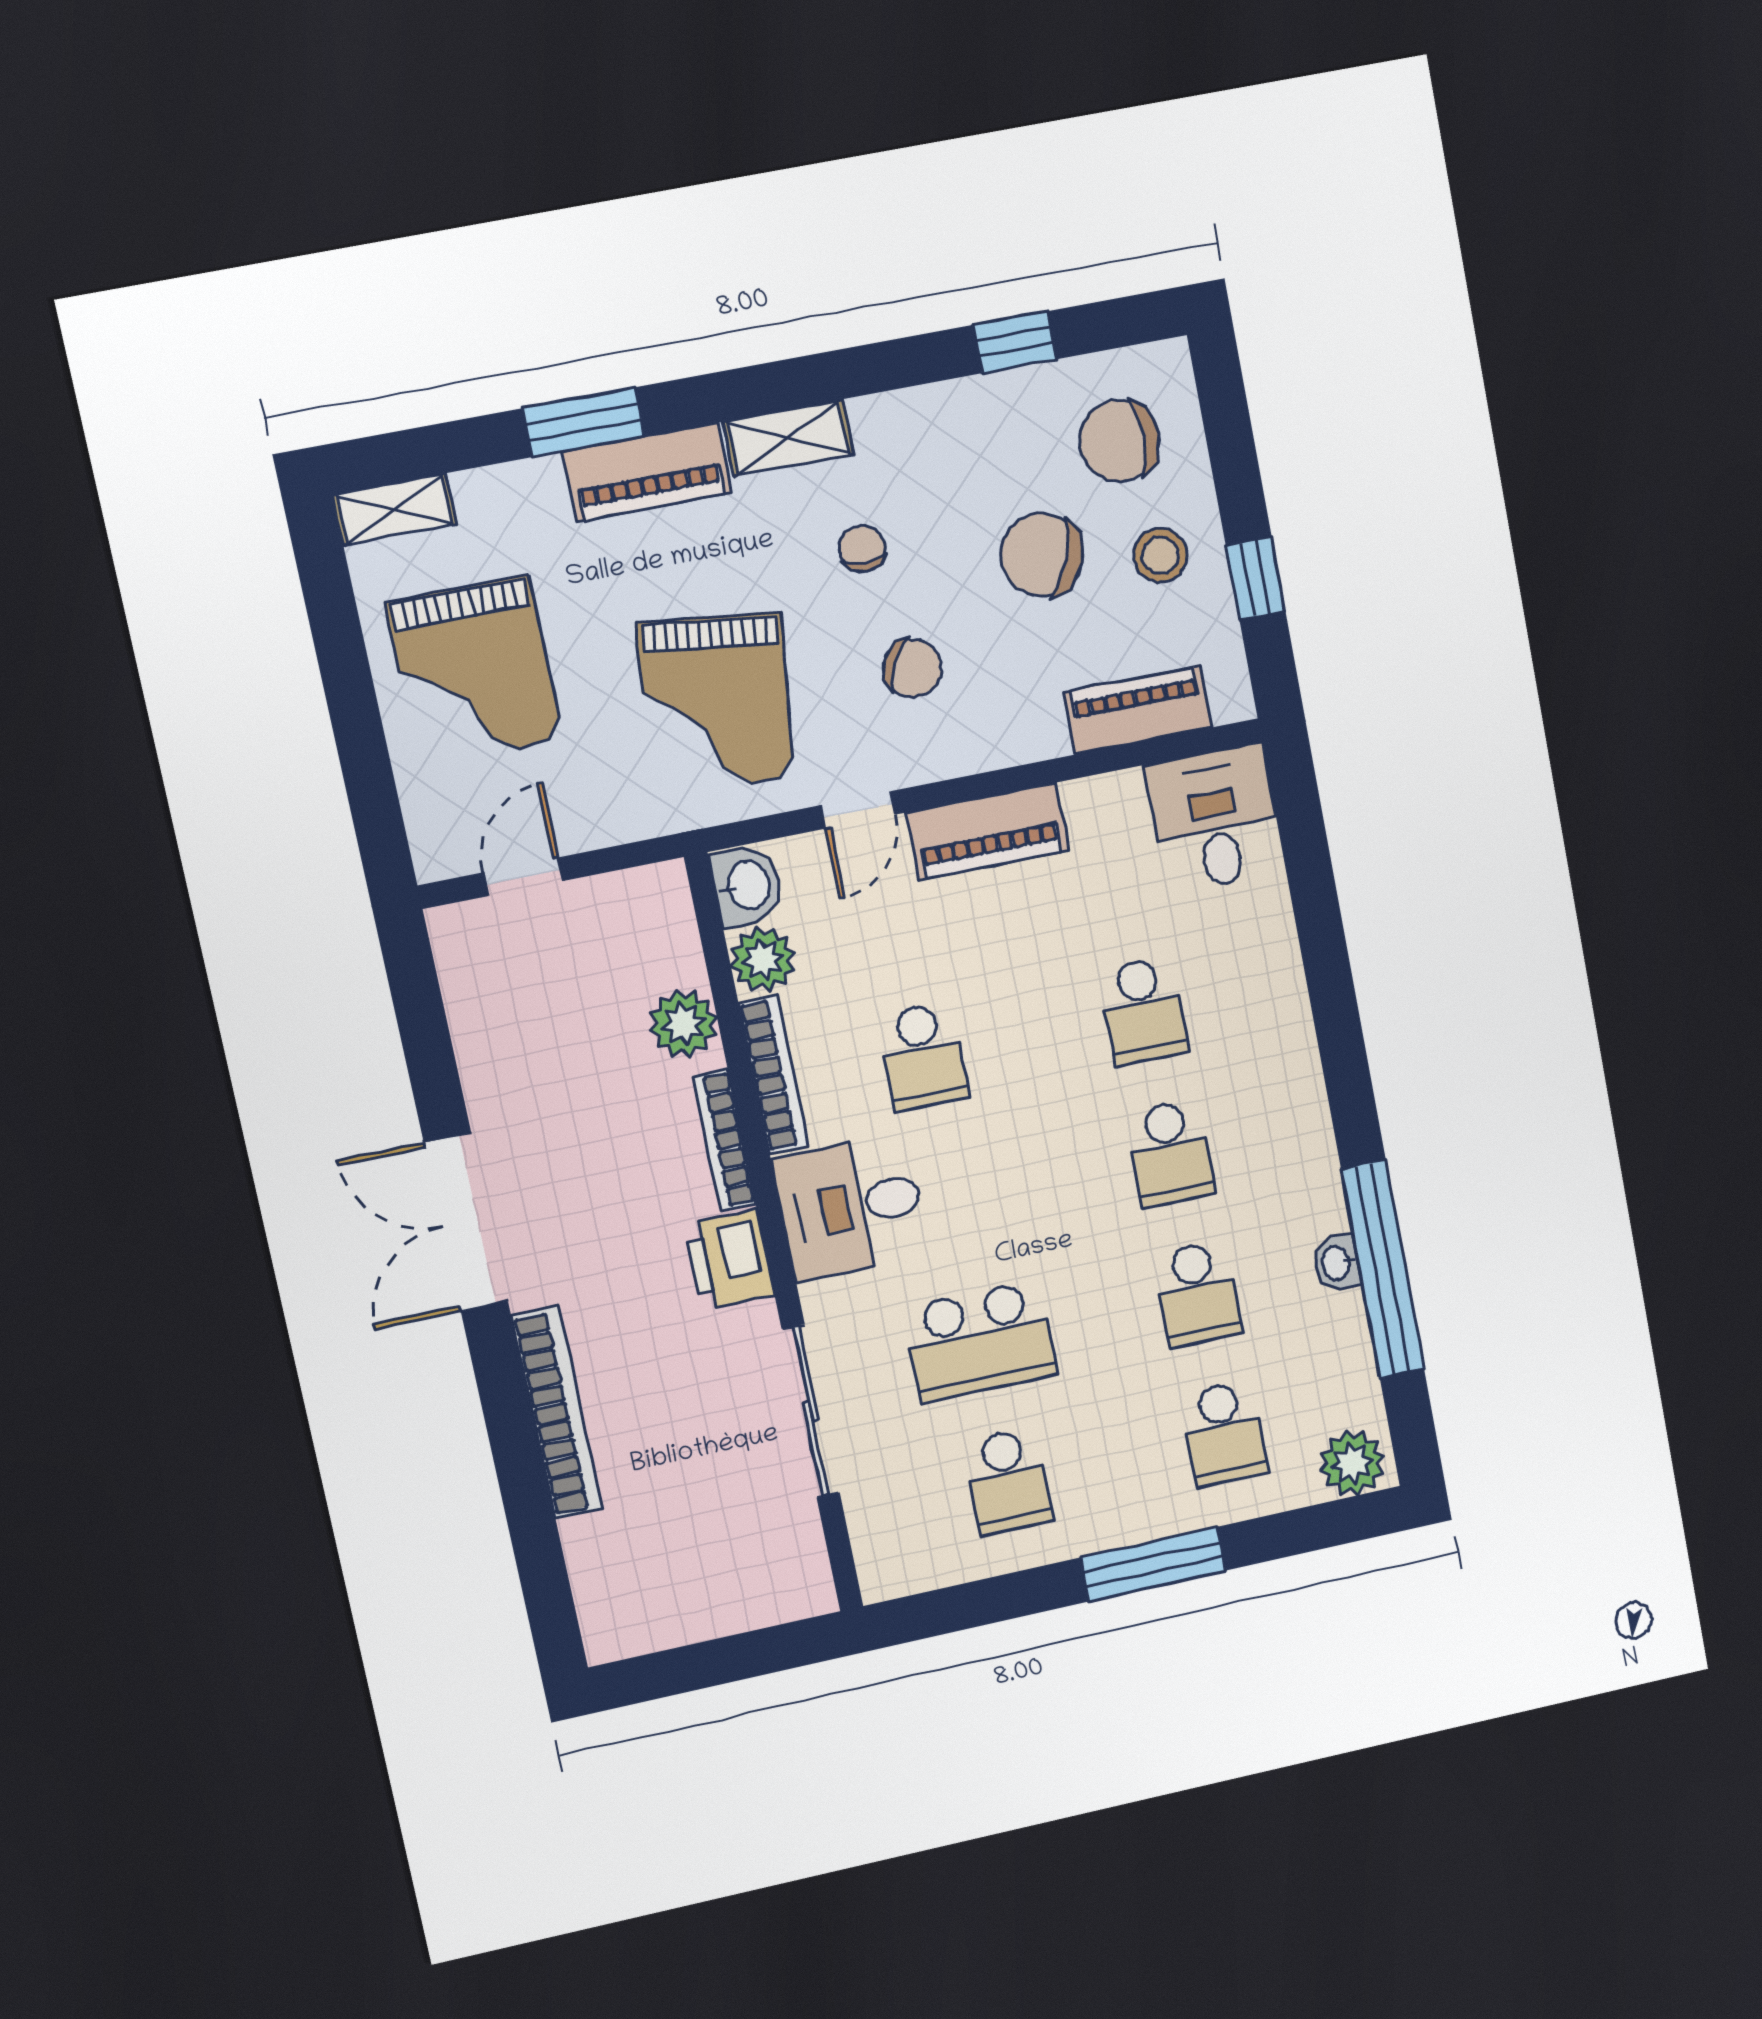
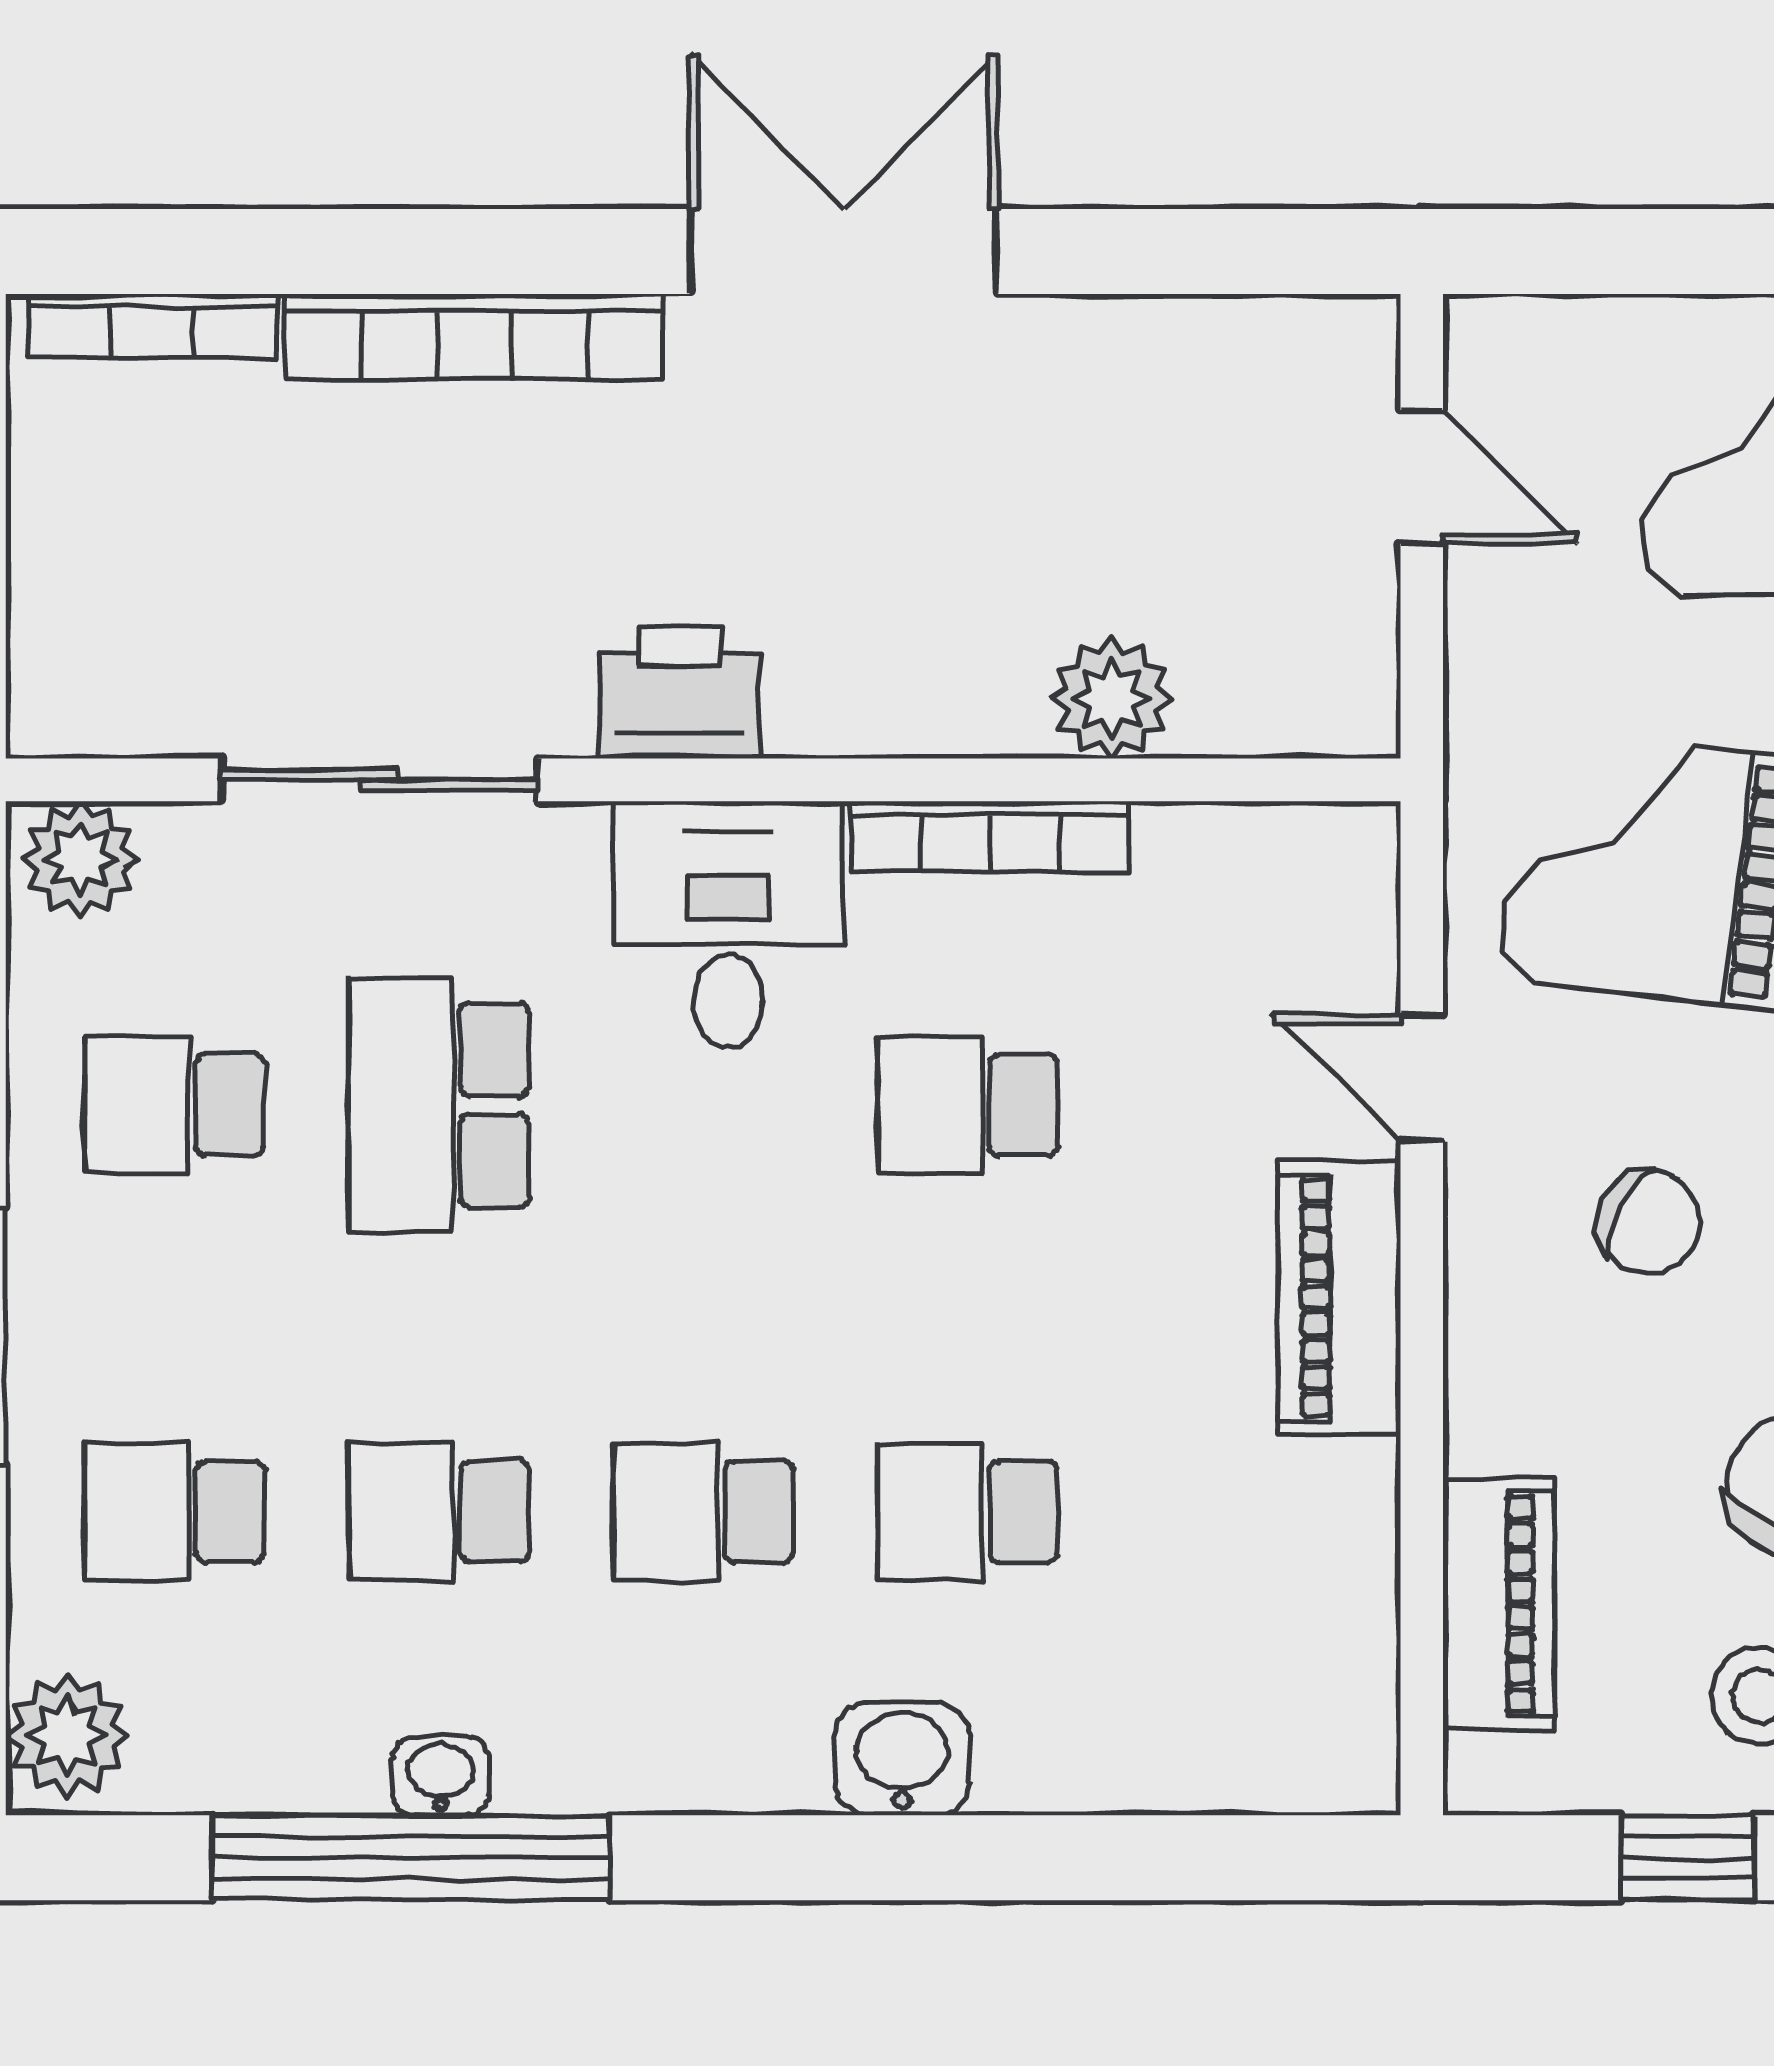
chair: (913, 668) -> (1648, 1222), turned -89
desk: (1215, 819) -> (1281, 1705), removed
washbasin: (747, 886) -> (902, 1759), moved, turned 180
plant: (763, 959) -> (80, 859), moved
bookcase: (724, 1140) -> (152, 326), moved, turned 180

